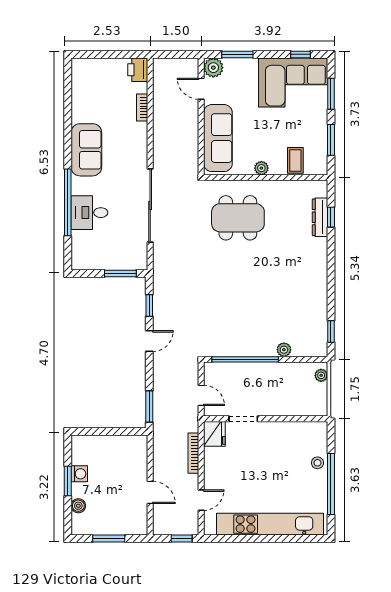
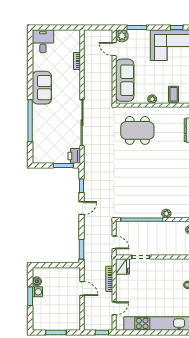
printer: (138, 70) -> (74, 156), moved
desk: (89, 213) -> (43, 41), moved, turned 90
door: (150, 492) -> (82, 289), moved
boiler: (78, 506) -> (37, 281), moved

